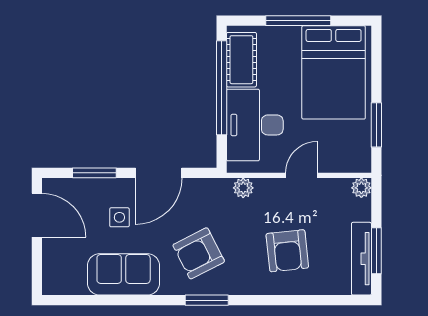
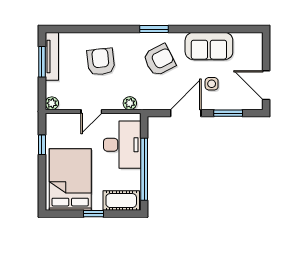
window: (298, 21) -> (94, 214), width x0.46
cot: (241, 60) -> (121, 201), moved, turned 90
window: (376, 125) -> (42, 145), width x0.67

